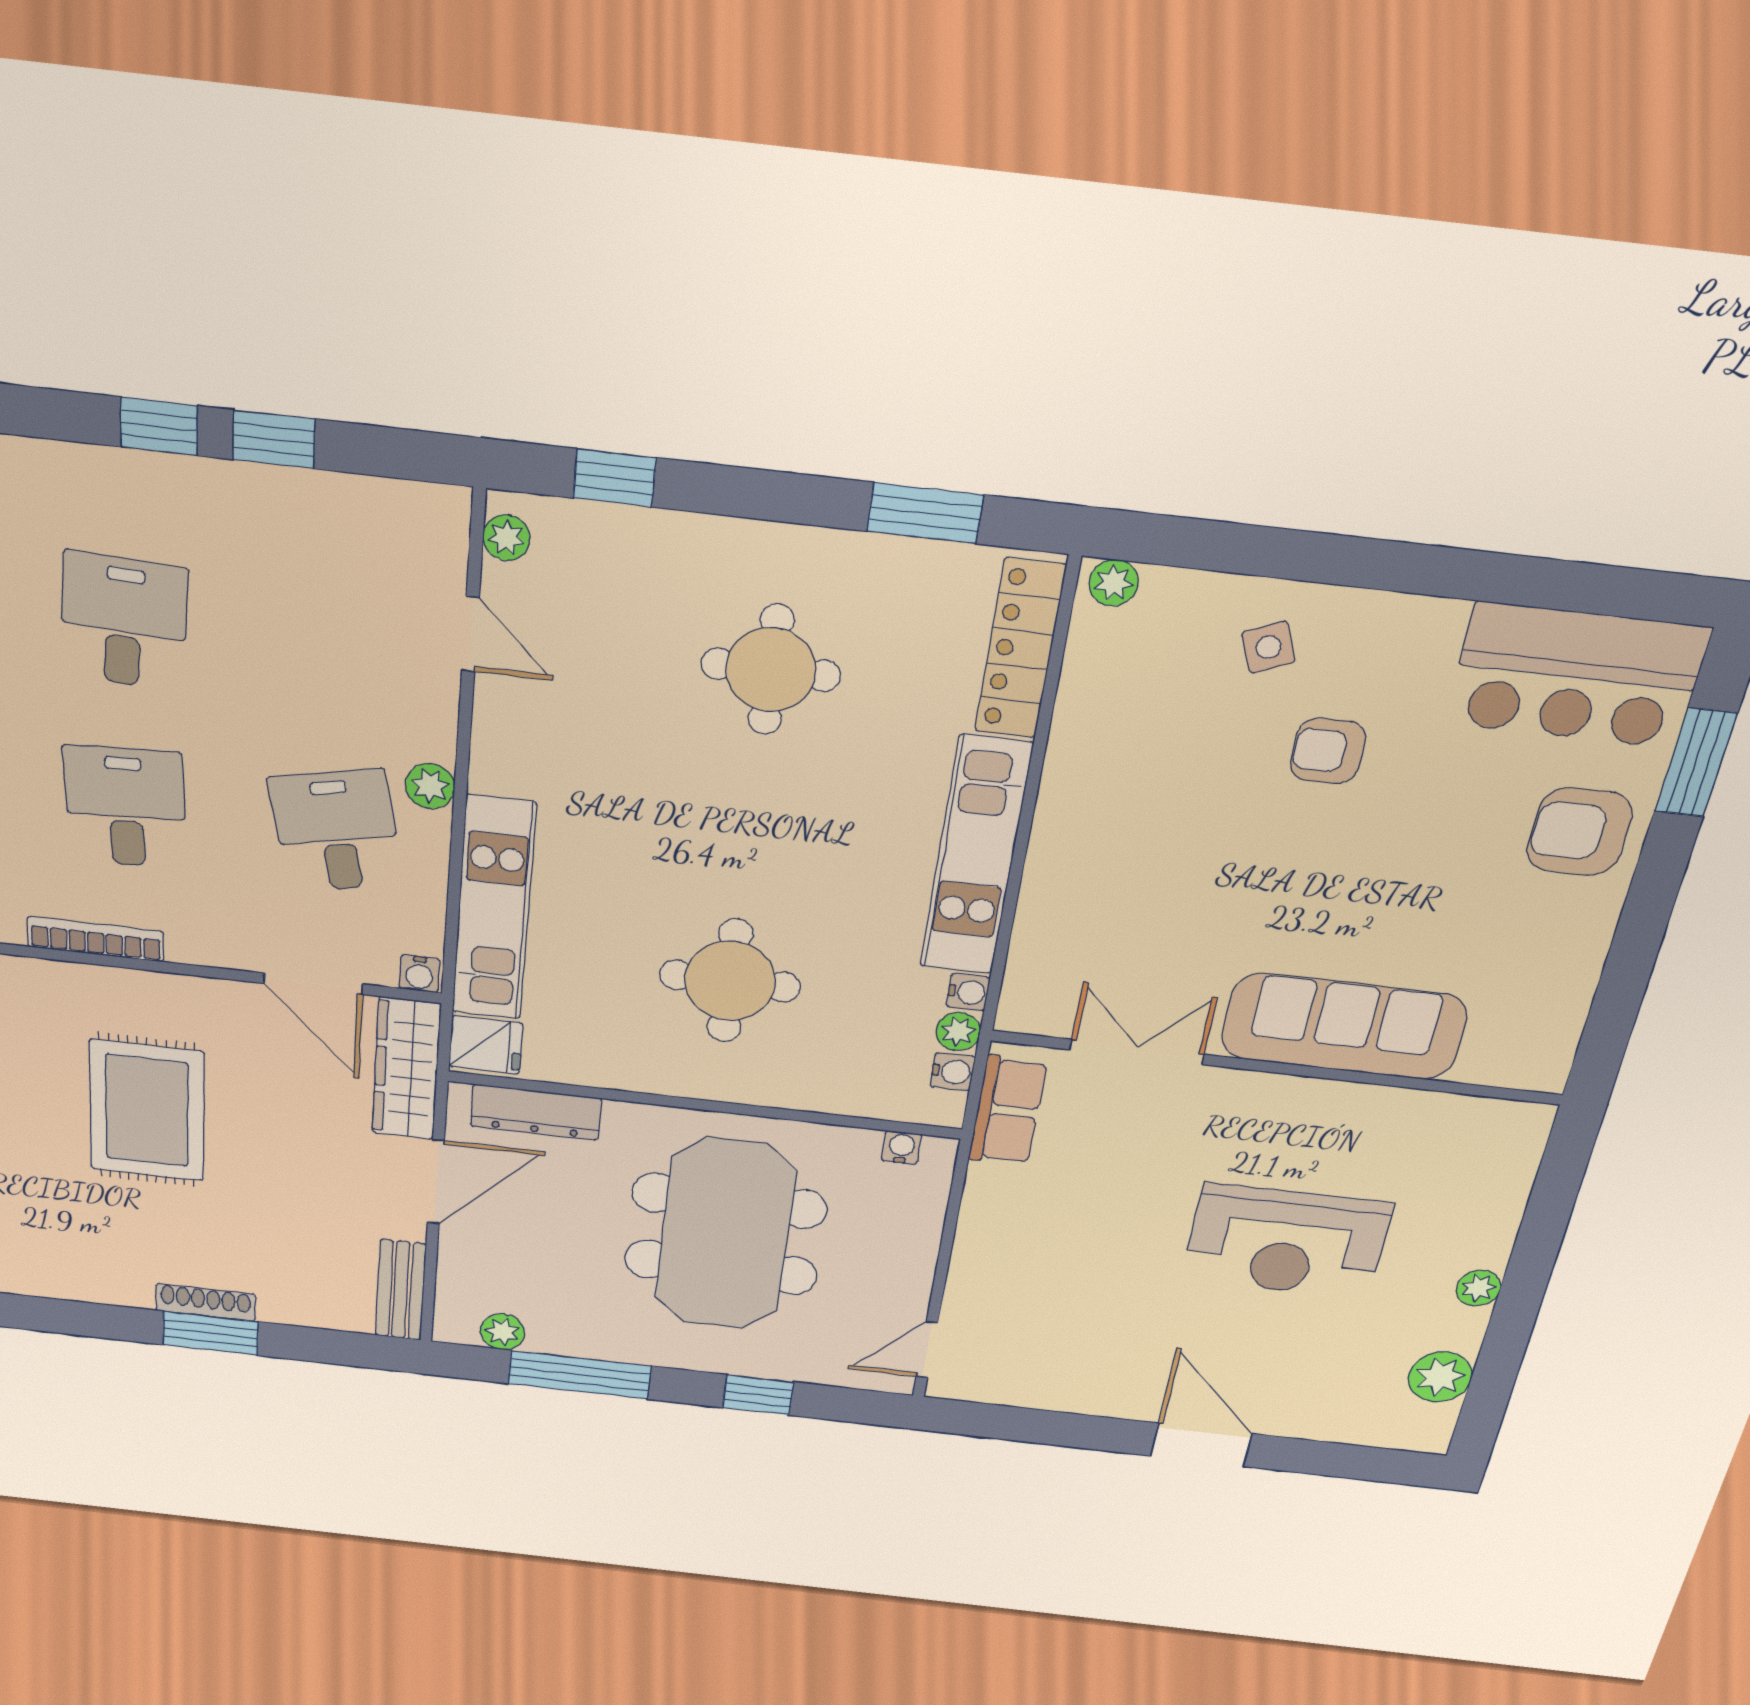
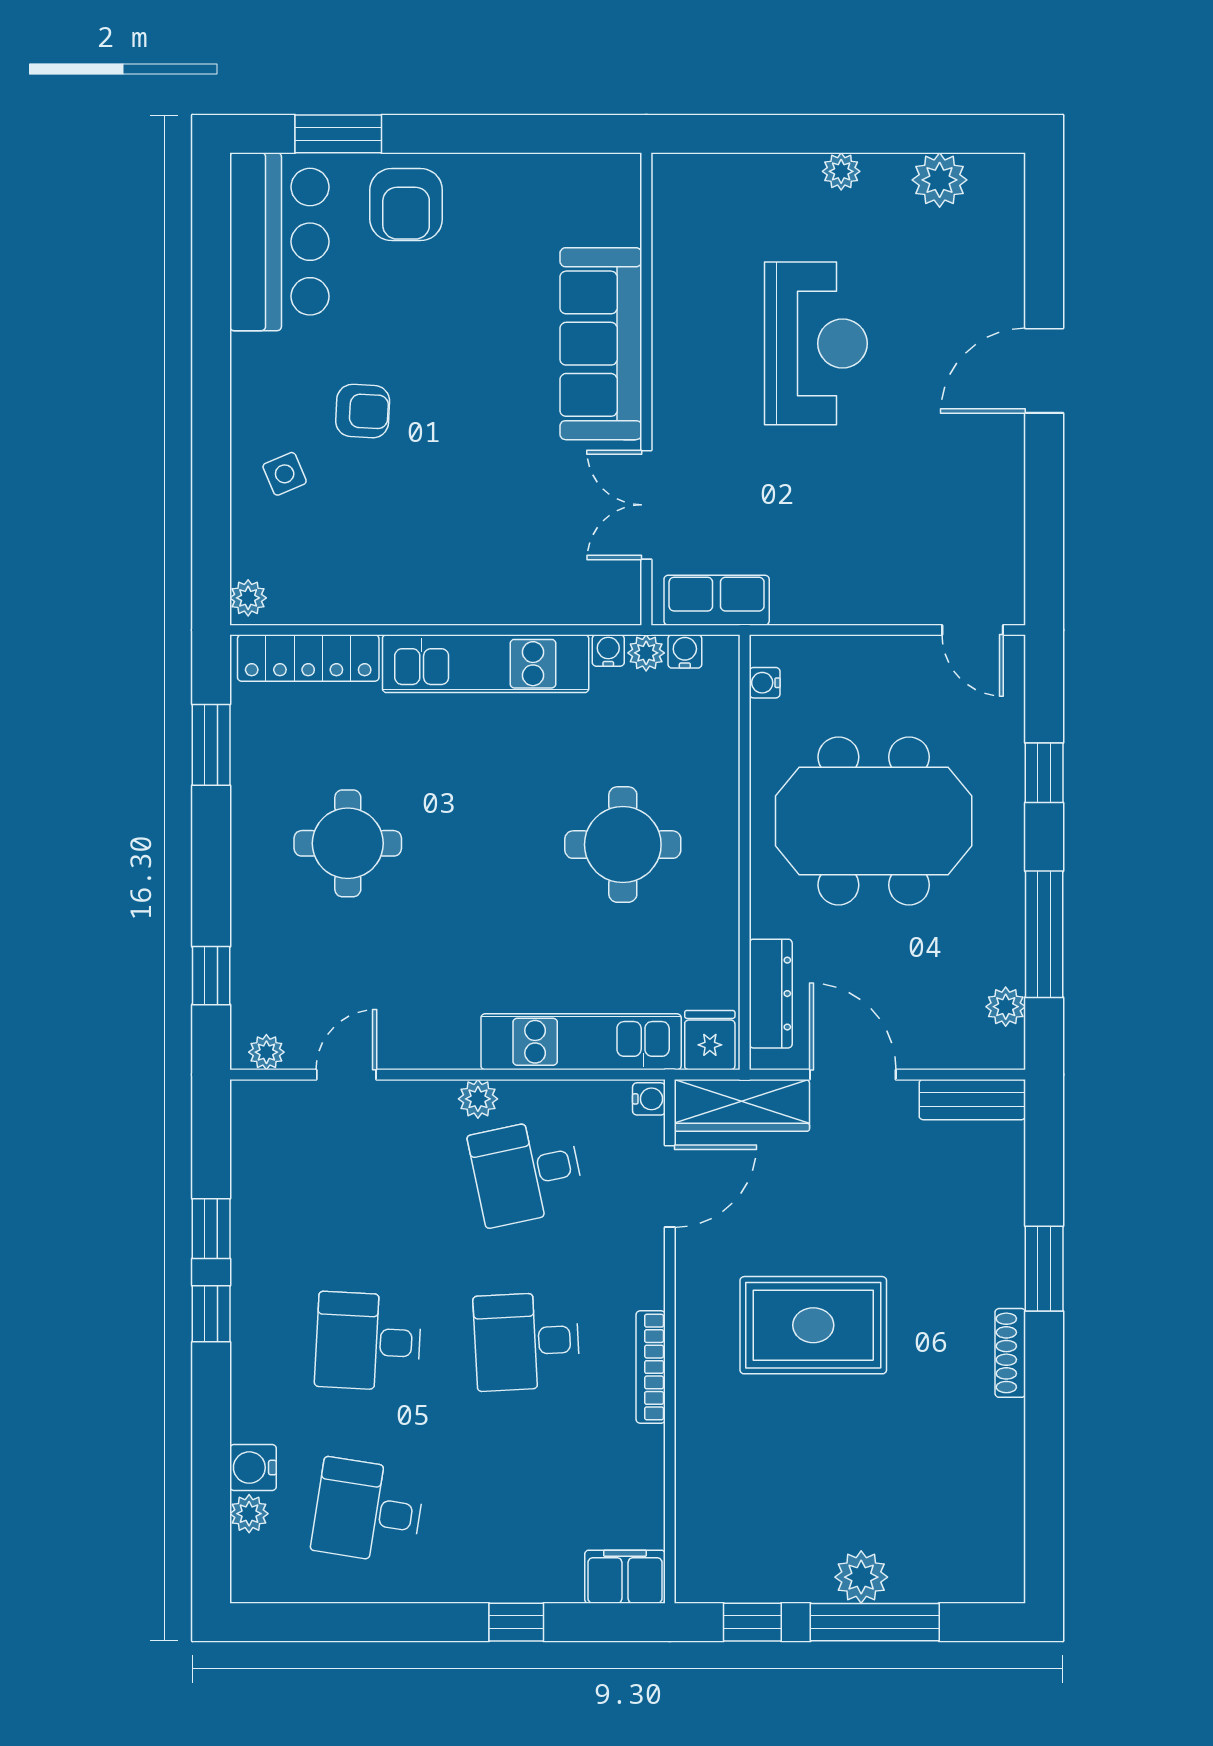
armchair: (1328, 751) -> (363, 411), turned -87
shoe rack: (206, 1302) -> (1010, 1353), moved

